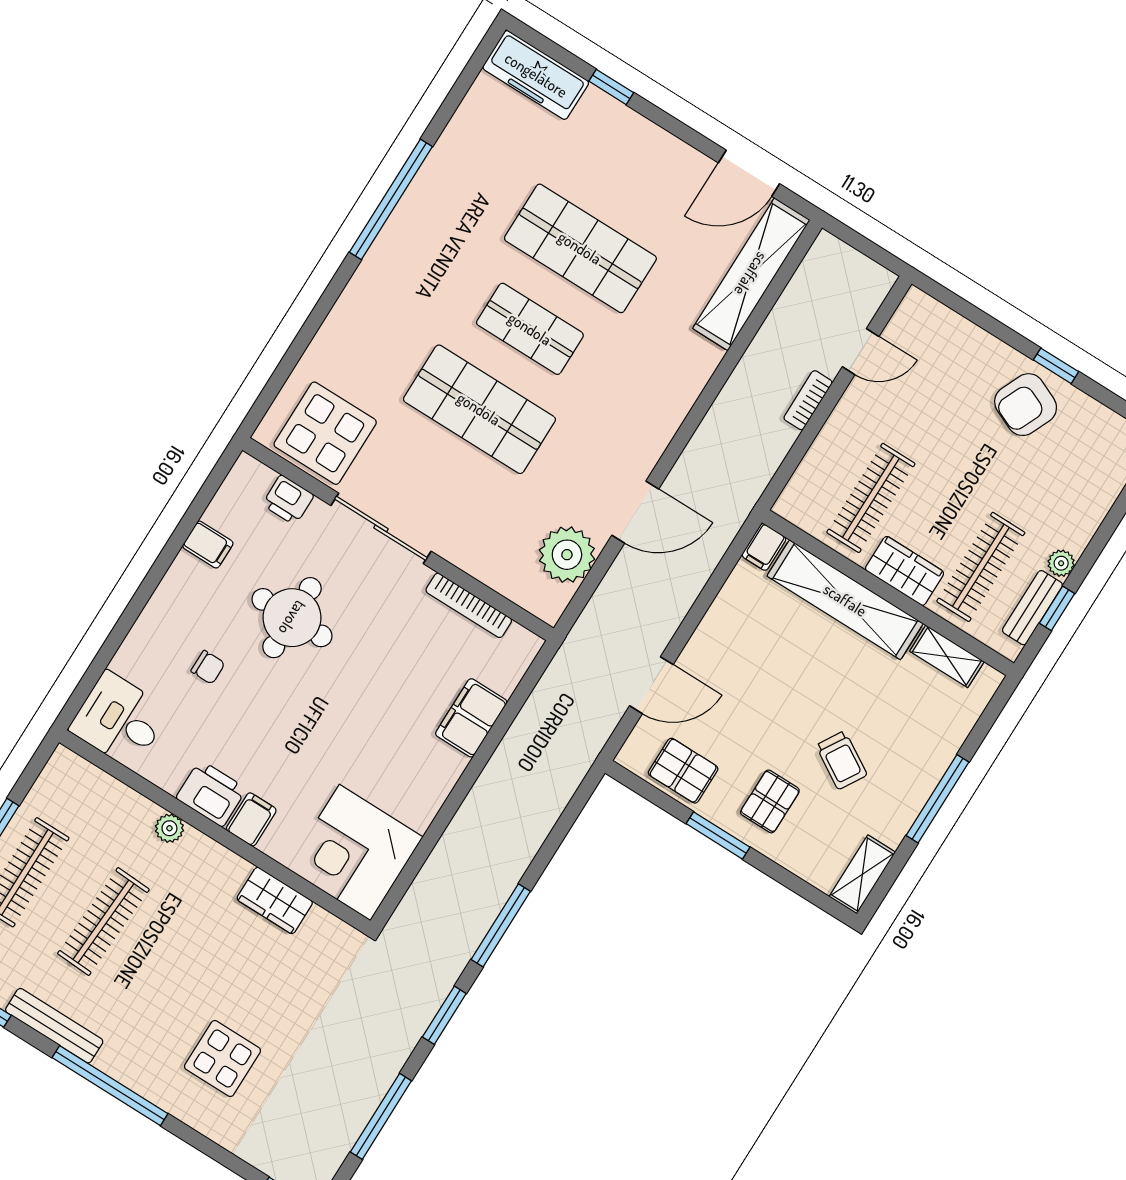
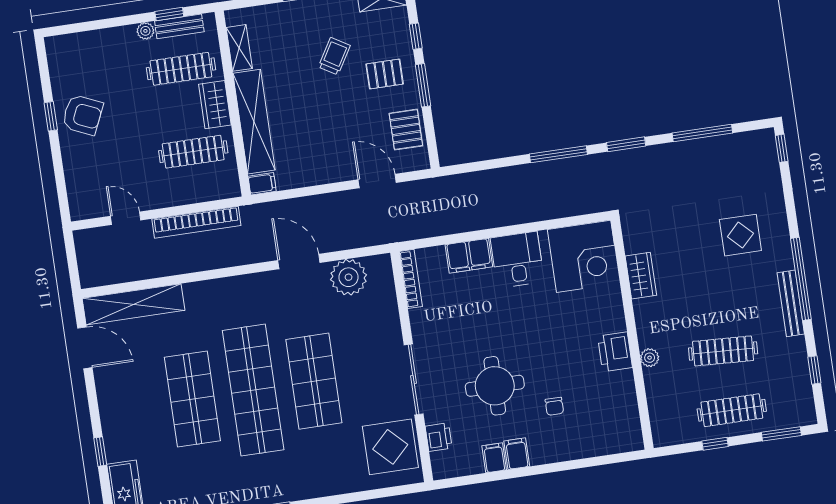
shop shelf: (530, 329) -> (253, 390), width x2.00, depth x1.36
bookcase: (808, 400) -> (196, 222), width x2.31, depth x1.31
bookcase: (469, 605) -> (411, 279), moved
chair: (208, 667) -> (554, 406), turned 180
desk: (119, 720) -> (517, 260), moved, turned 180
filing cabinet: (251, 819) -> (517, 454), moved, turned 90
window: (783, 876) -> (416, 36), added
bench: (54, 1026) -> (791, 303), moved

